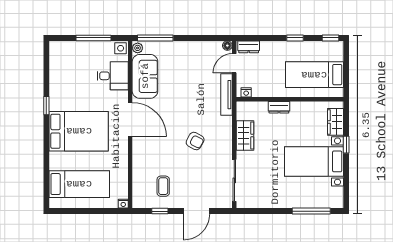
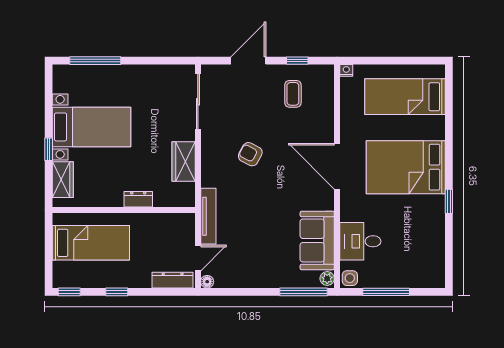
dresser: (249, 47) -> (173, 280), width x1.44
nightstand: (246, 92) -> (182, 219), removed
door: (130, 120) -> (337, 166), moved

